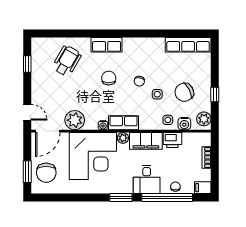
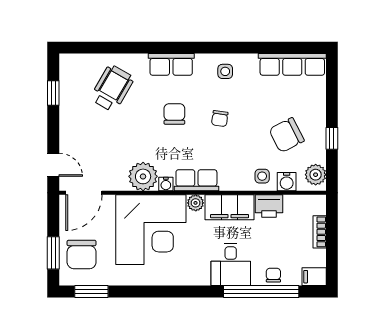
side table: (157, 94) -> (225, 71), moved
plant: (75, 120) -> (143, 176), moved
window: (121, 198) -> (91, 291), moved

